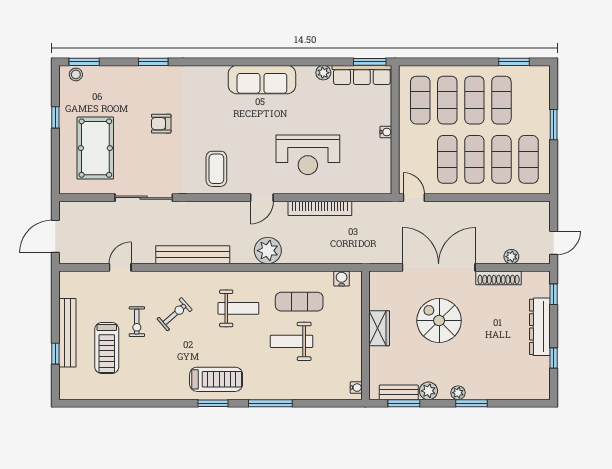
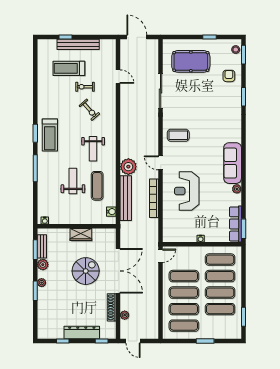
plant: (323, 73) -> (237, 189), moved
armchair: (161, 124) -> (229, 76), moved
bench: (193, 255) -> (126, 198), moved

